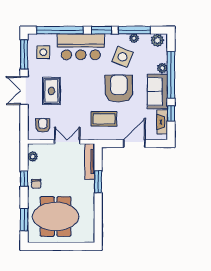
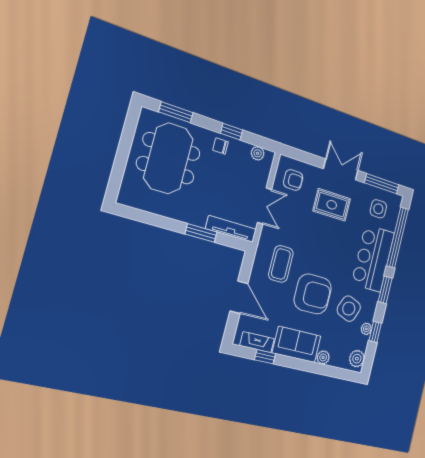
window: (135, 30) -> (375, 332), width x0.46
window: (171, 75) -> (312, 367), removed

